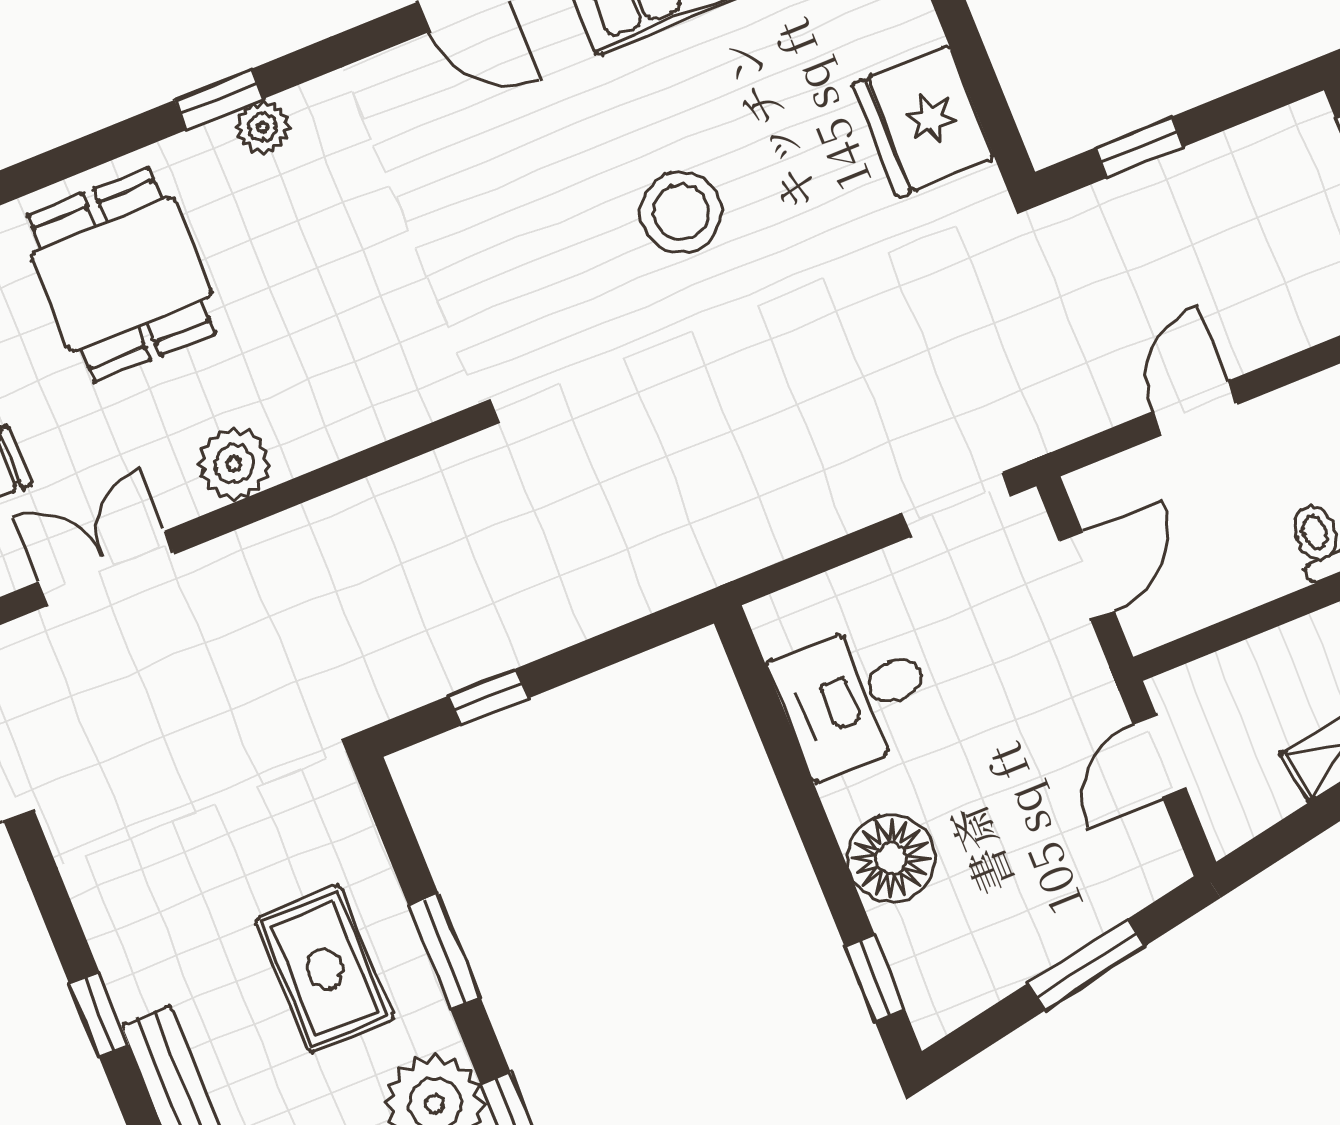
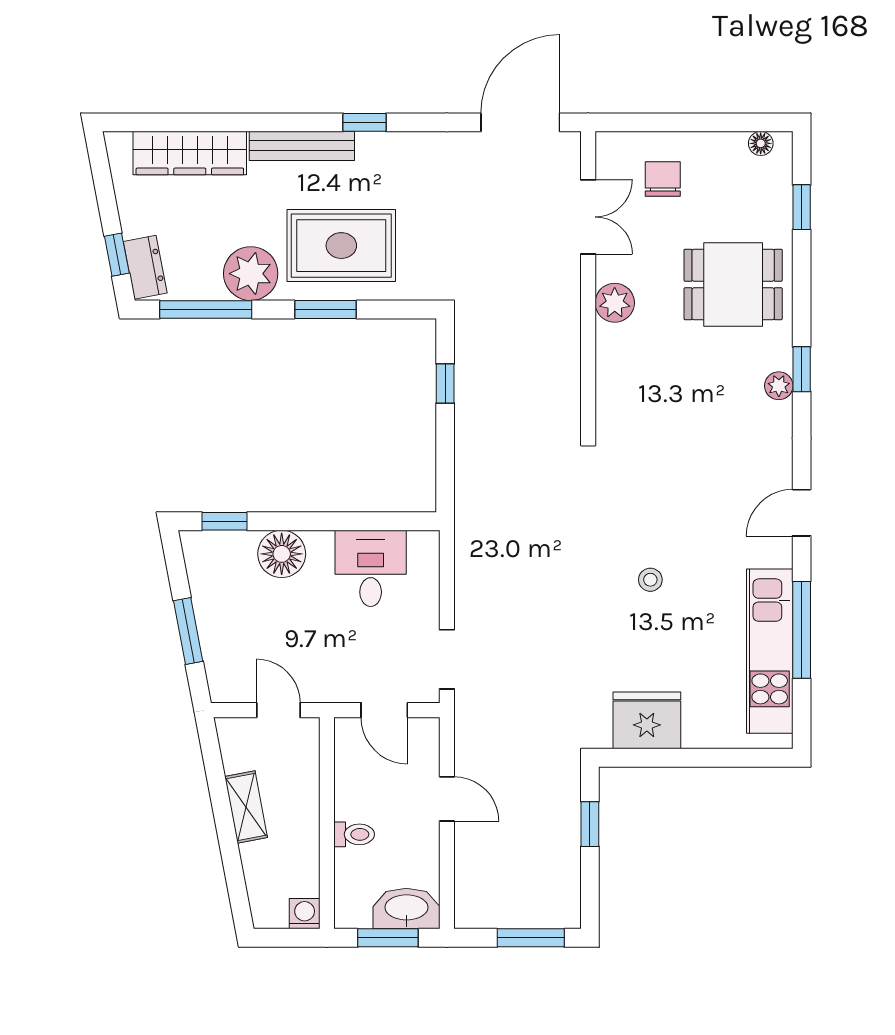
stool: (681, 212) -> (650, 580), width x0.53, depth x0.53
rug: (325, 969) -> (341, 246), width x1.36, depth x1.43

